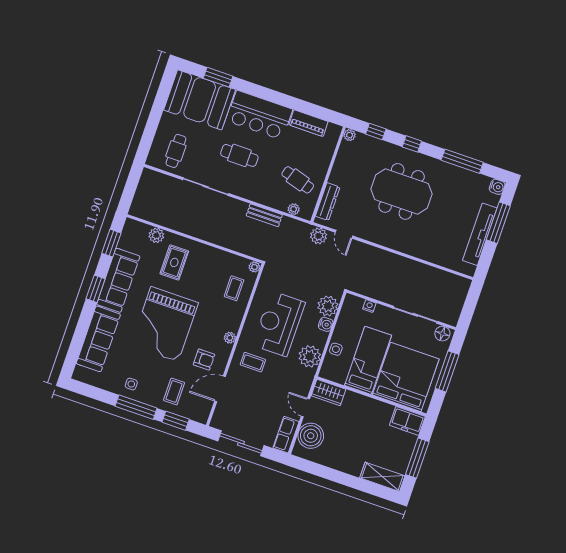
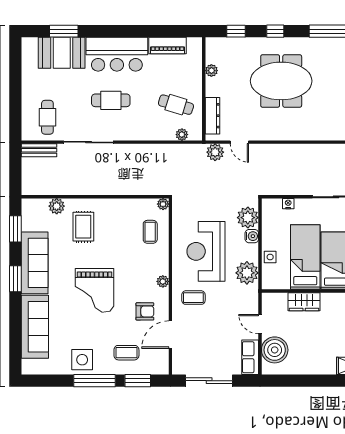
booth: (200, 100) -> (62, 53), width x0.73, depth x0.70
plant: (350, 135) -> (211, 71), moved
bench: (264, 215) -> (39, 150), moved
grand piano: (164, 324) -> (94, 290), width x0.73, depth x0.68
side table: (131, 384) -> (82, 360), width x1.87, depth x1.87
coffee table: (174, 392) -> (126, 353), turned 90
wardrobe: (328, 392) -> (304, 302), moved

